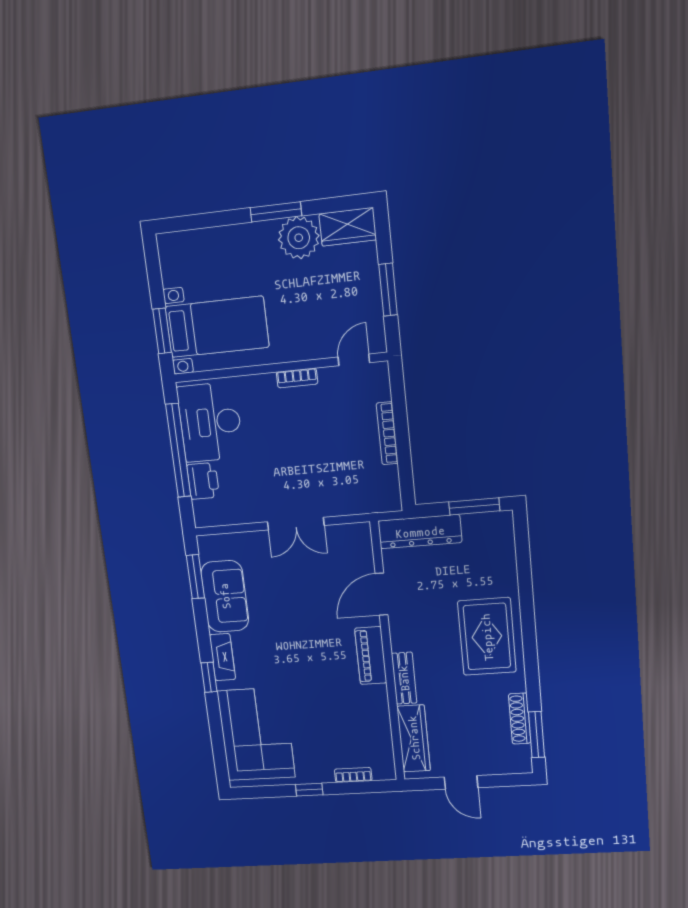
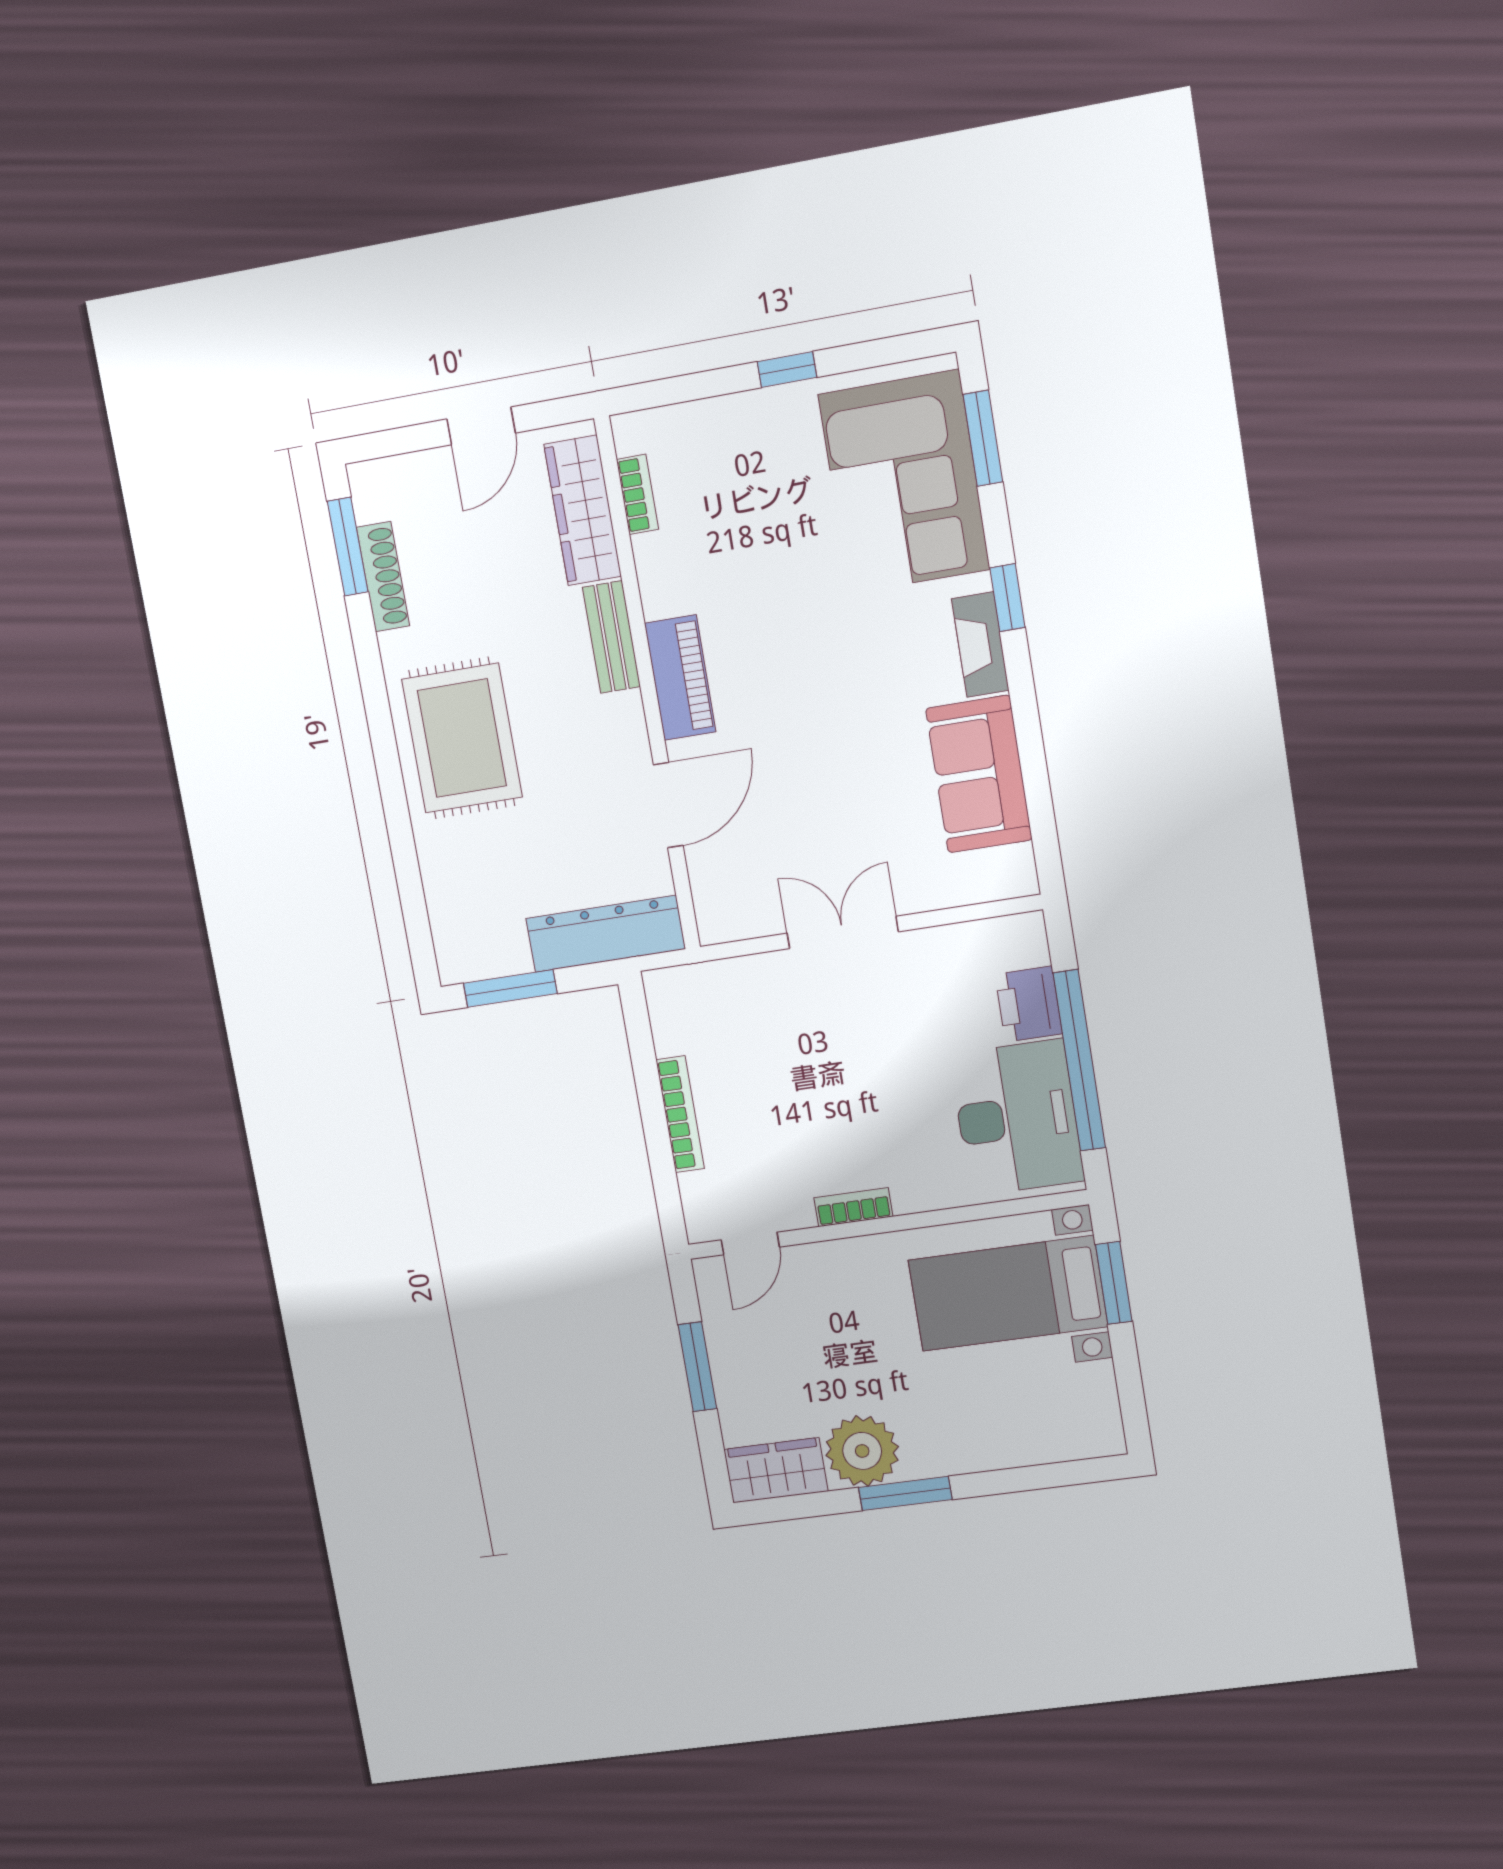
window: (195, 577) -> (983, 438), moved
bookcase: (353, 775) -> (637, 494), moved, turned -90
door: (461, 782) -> (481, 426), swing flipped

